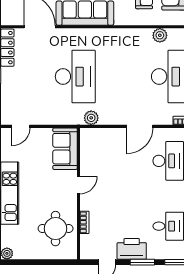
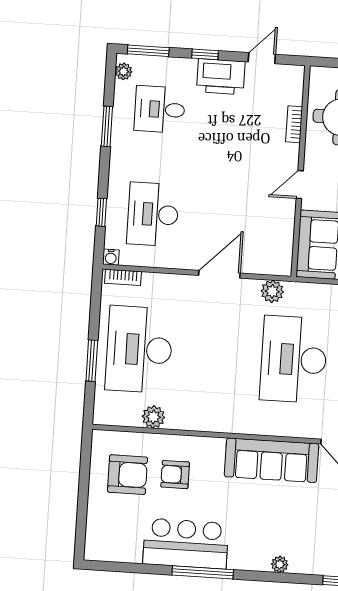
door: (140, 126) -> (219, 274), moved
window: (142, 262) -> (205, 54), width x0.67

